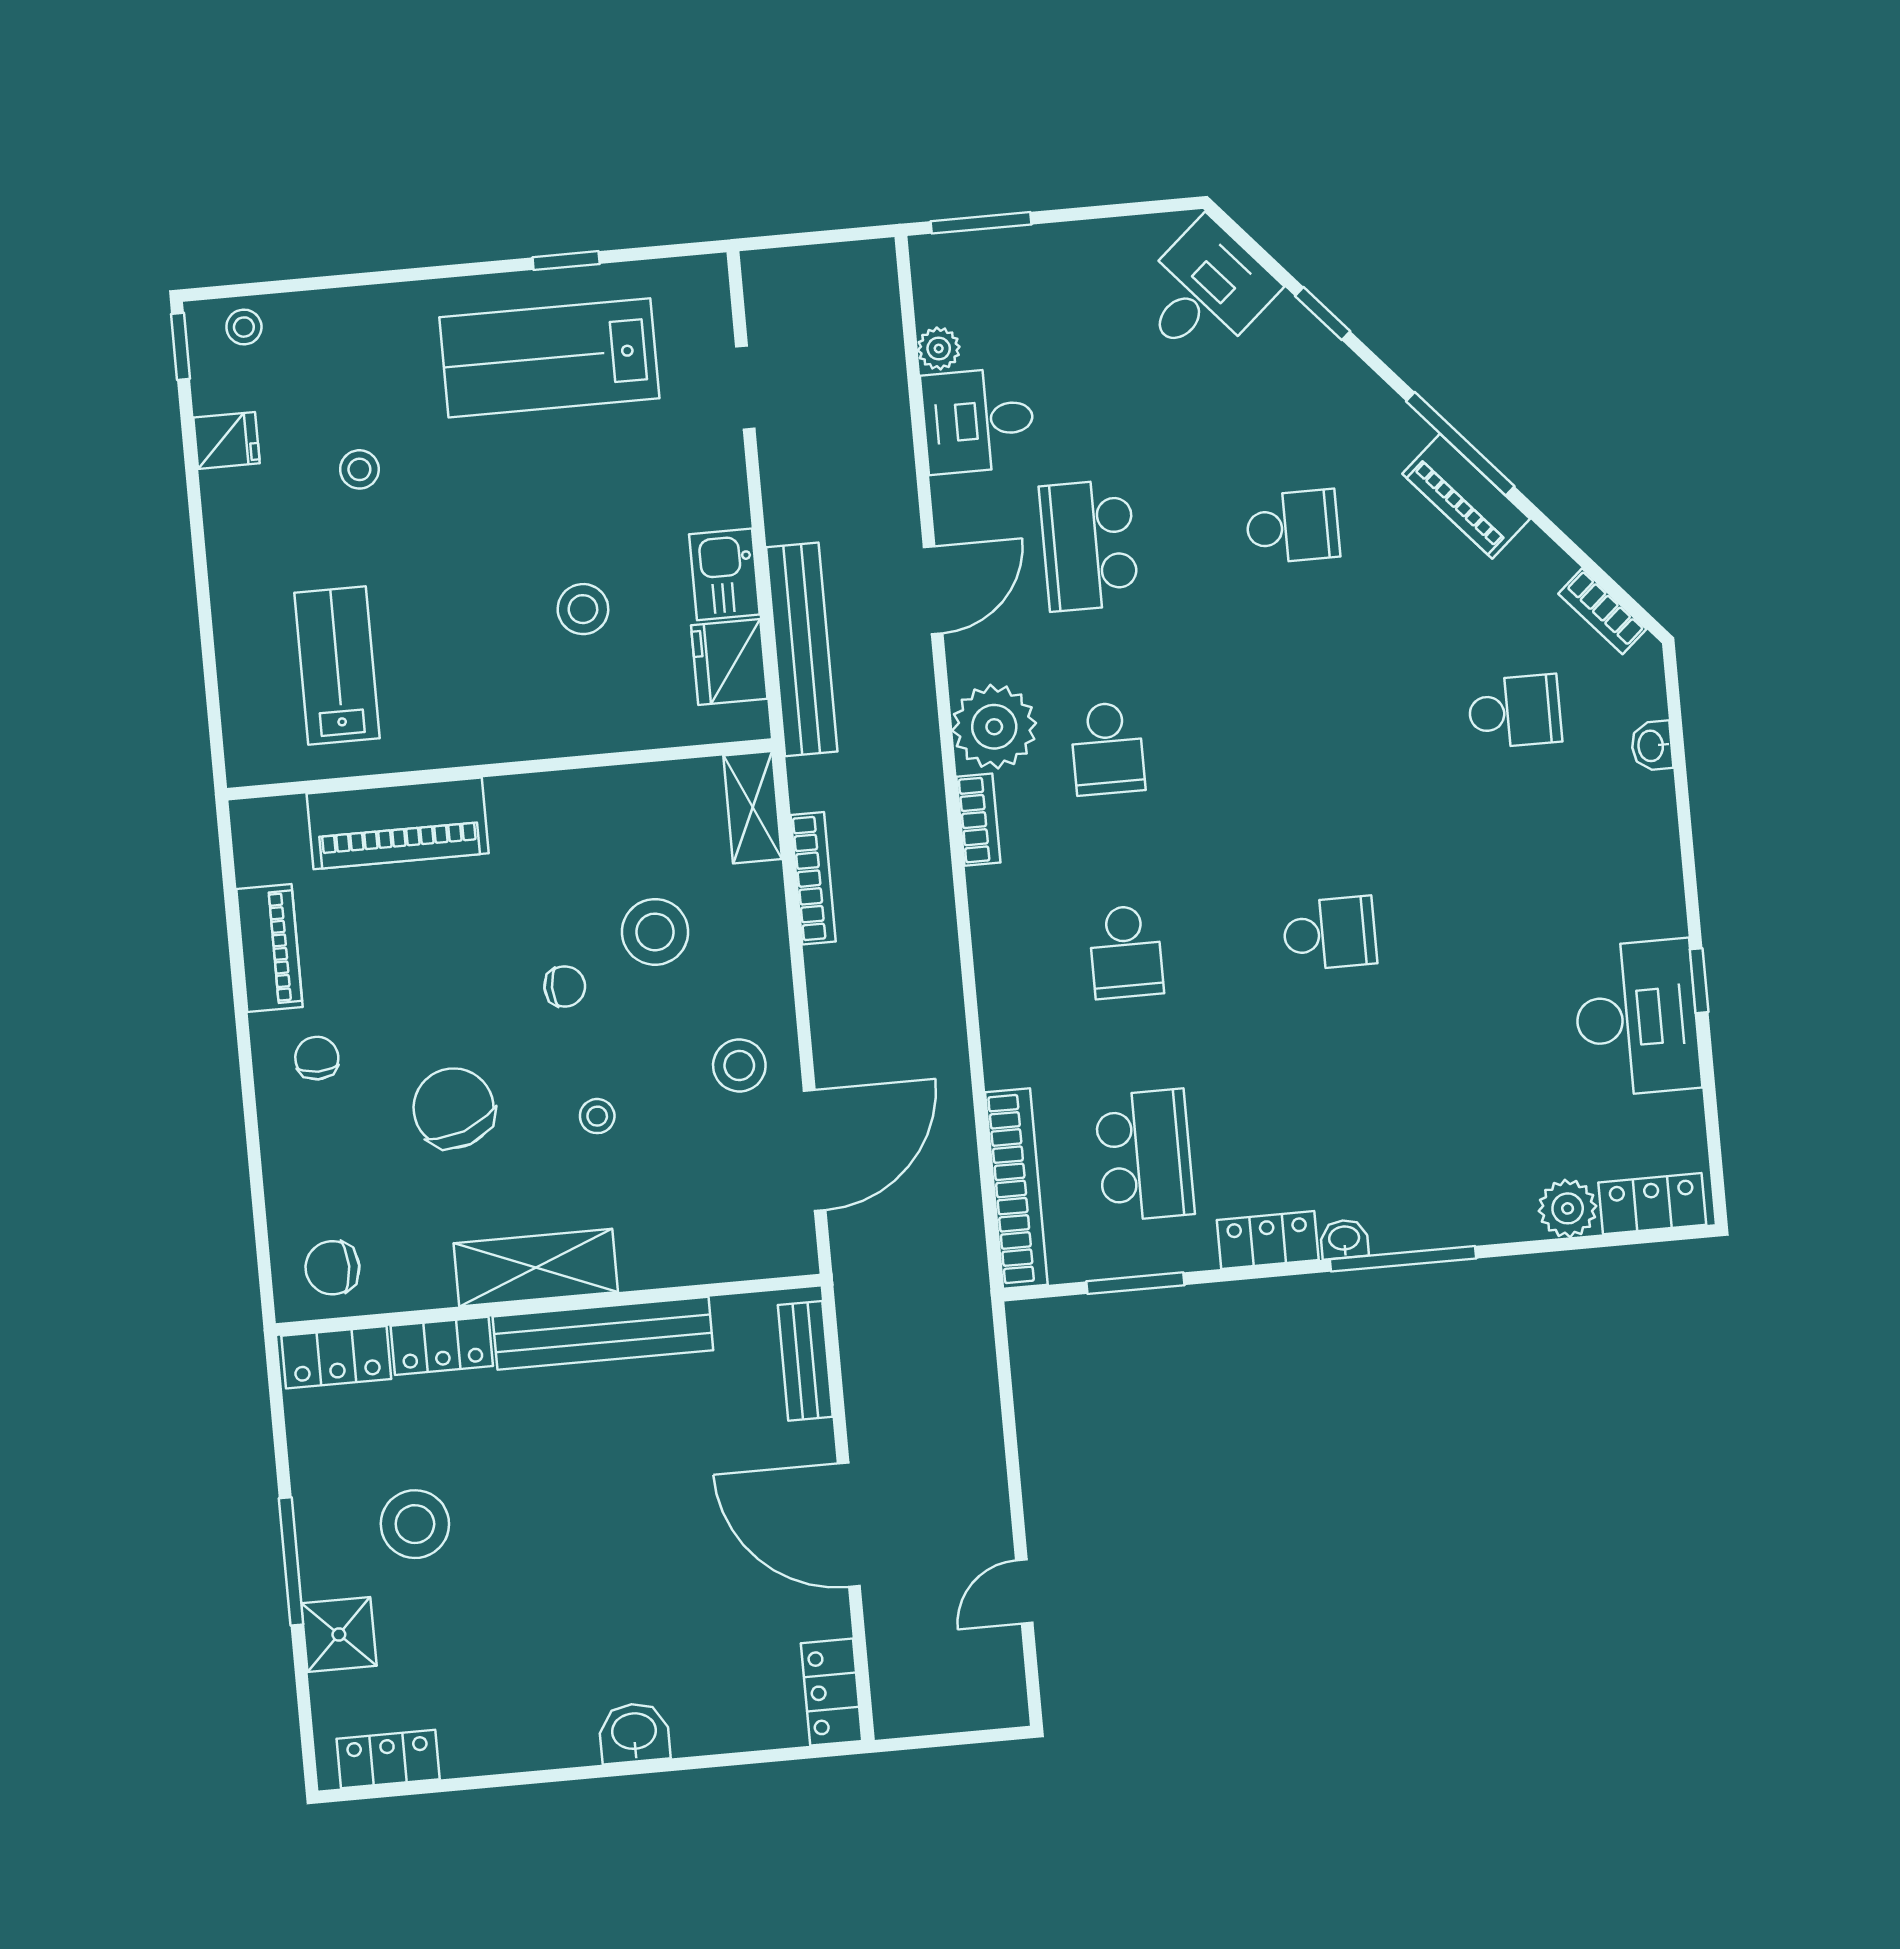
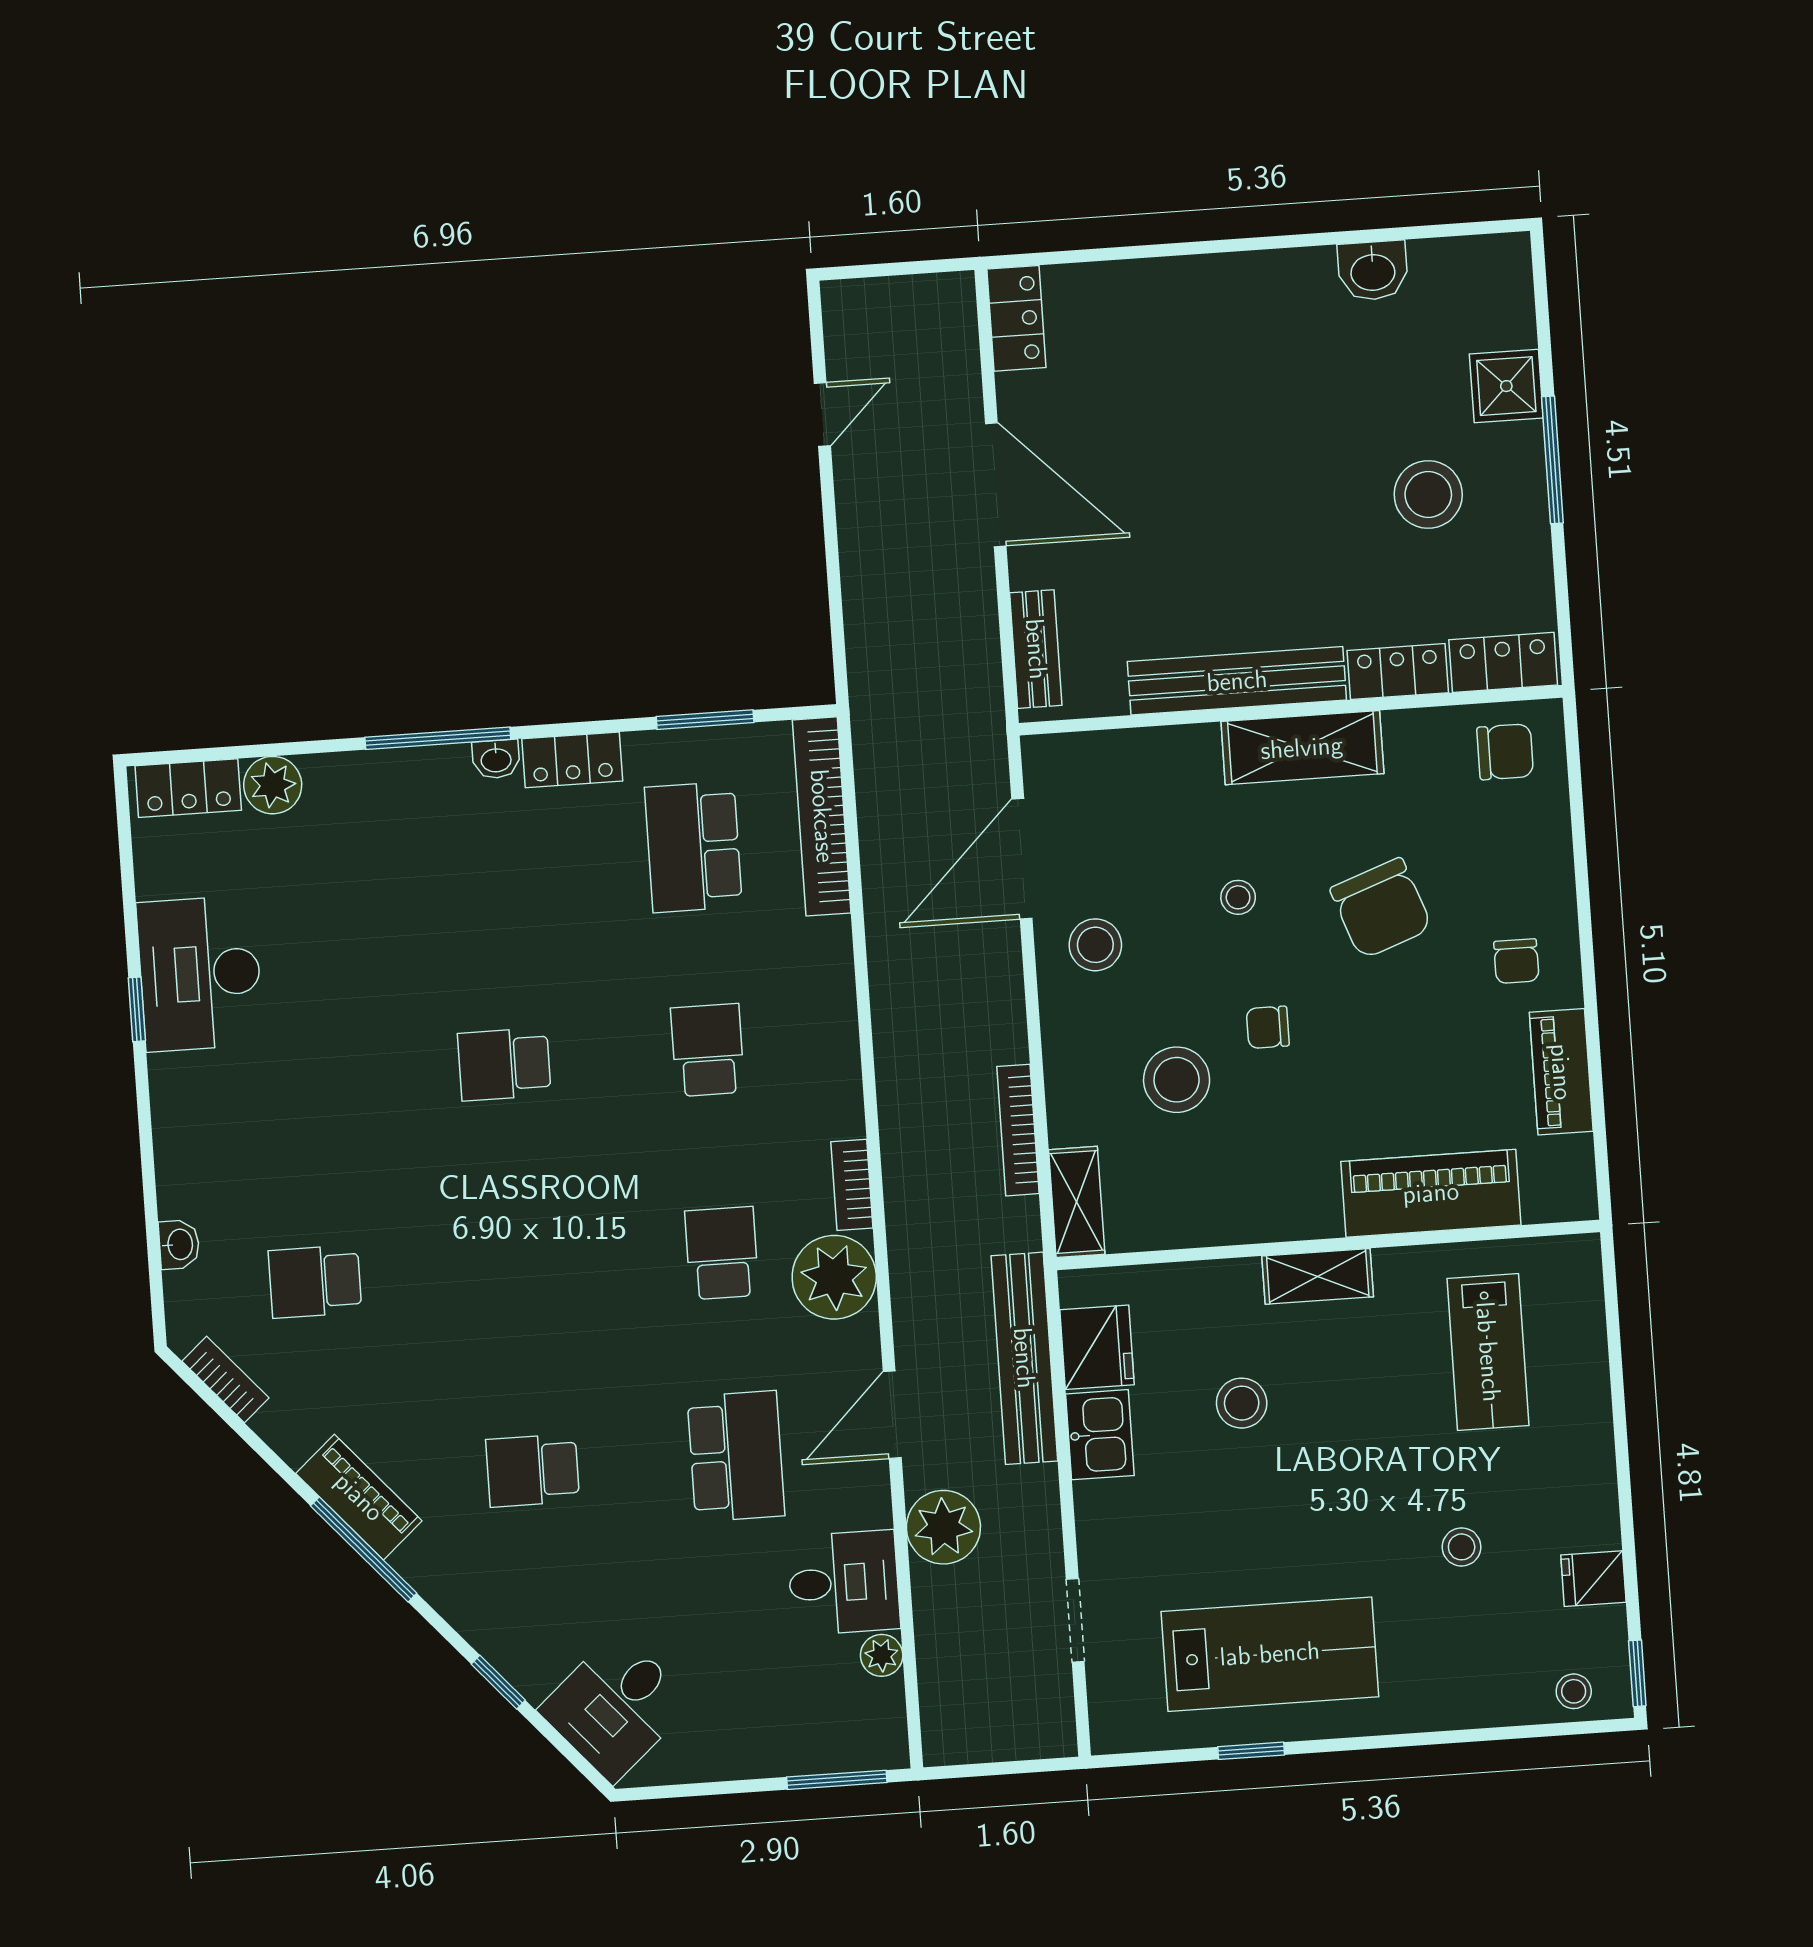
plant: (879, 478) -> (943, 1527), added
shelving: (509, 738) -> (1318, 1276), added
washbasin: (634, 1733) -> (1373, 271), moved
locker: (388, 1759) -> (1460, 261), removed

